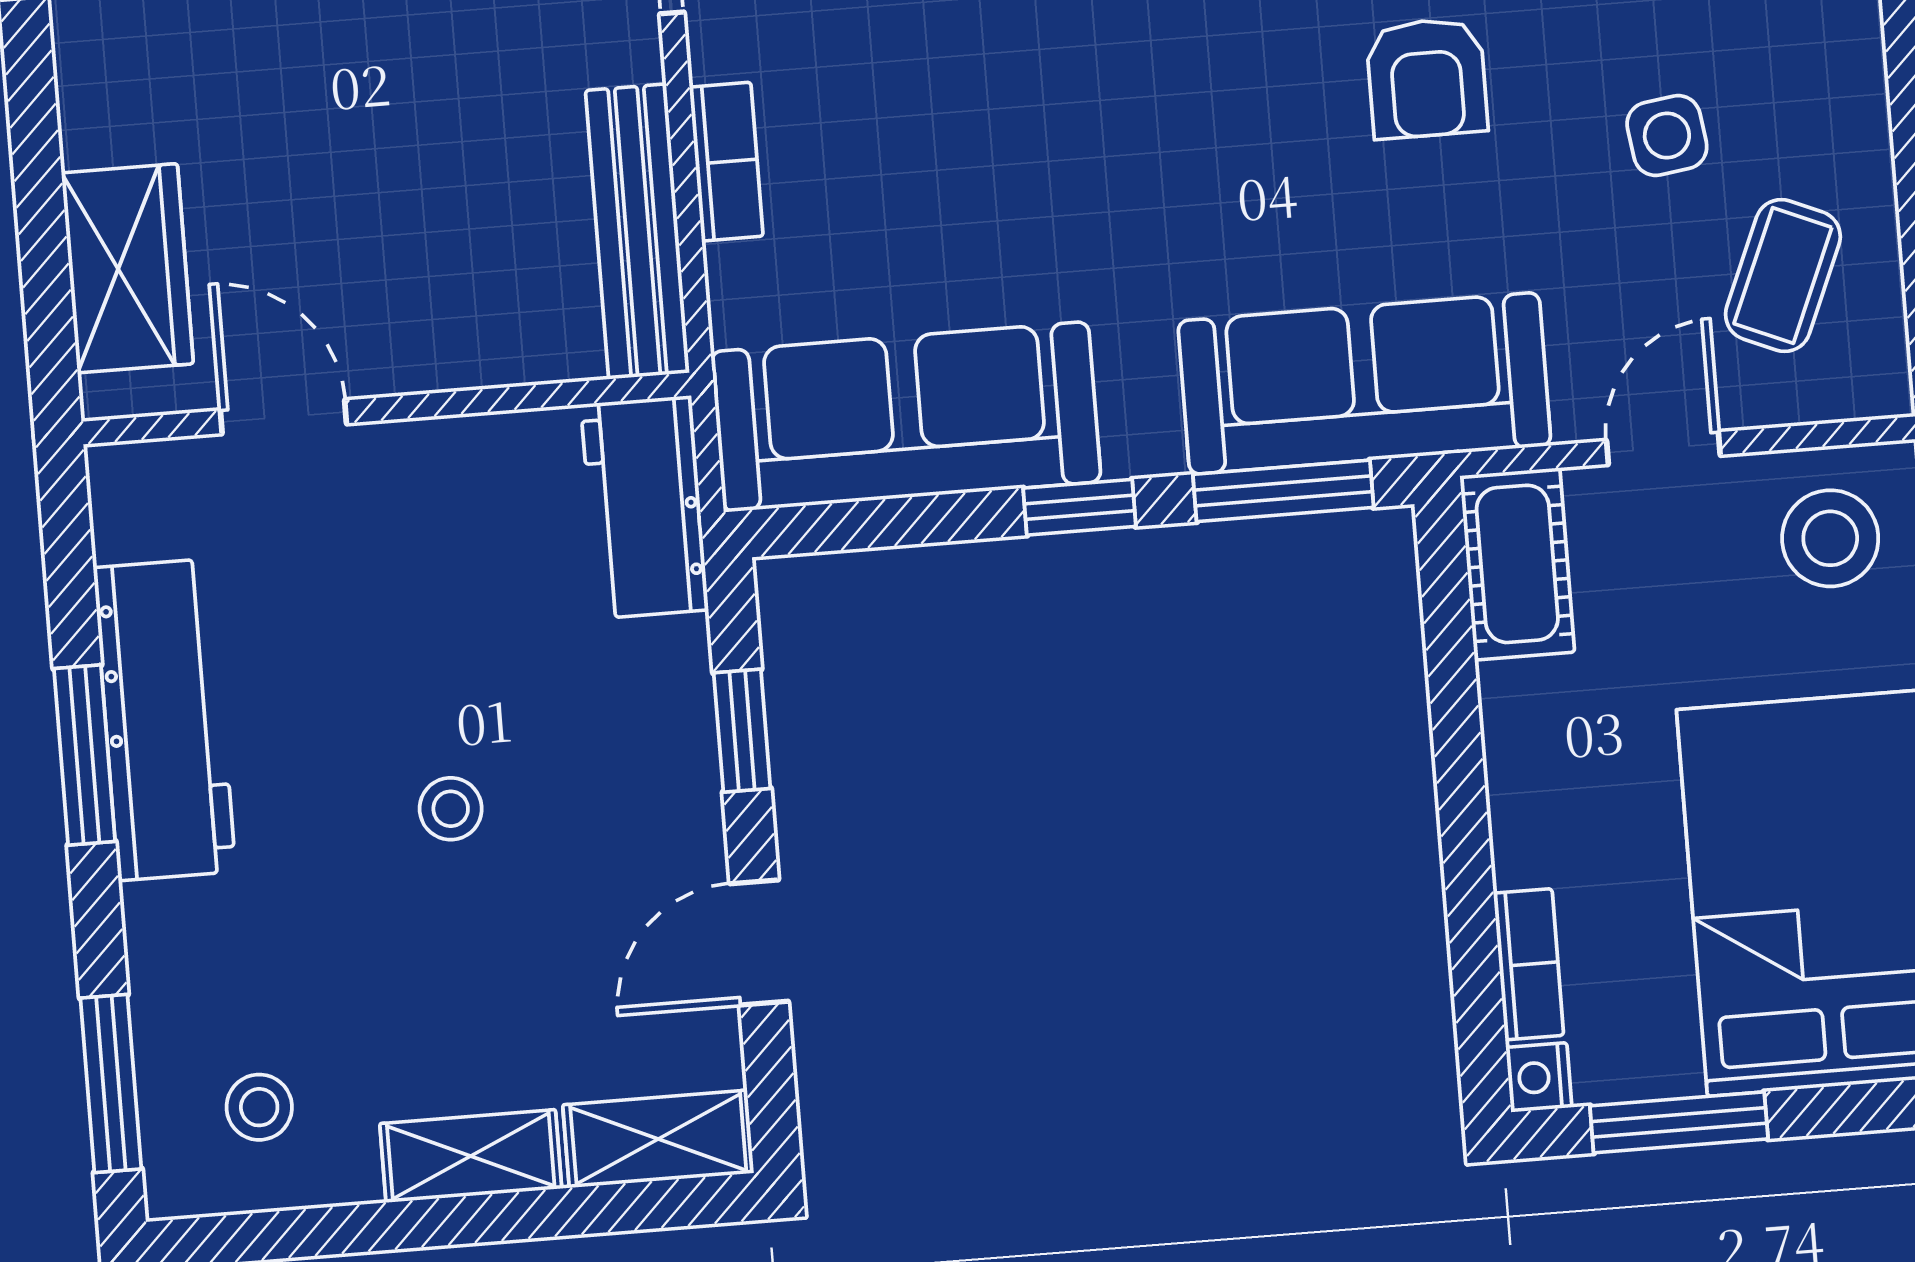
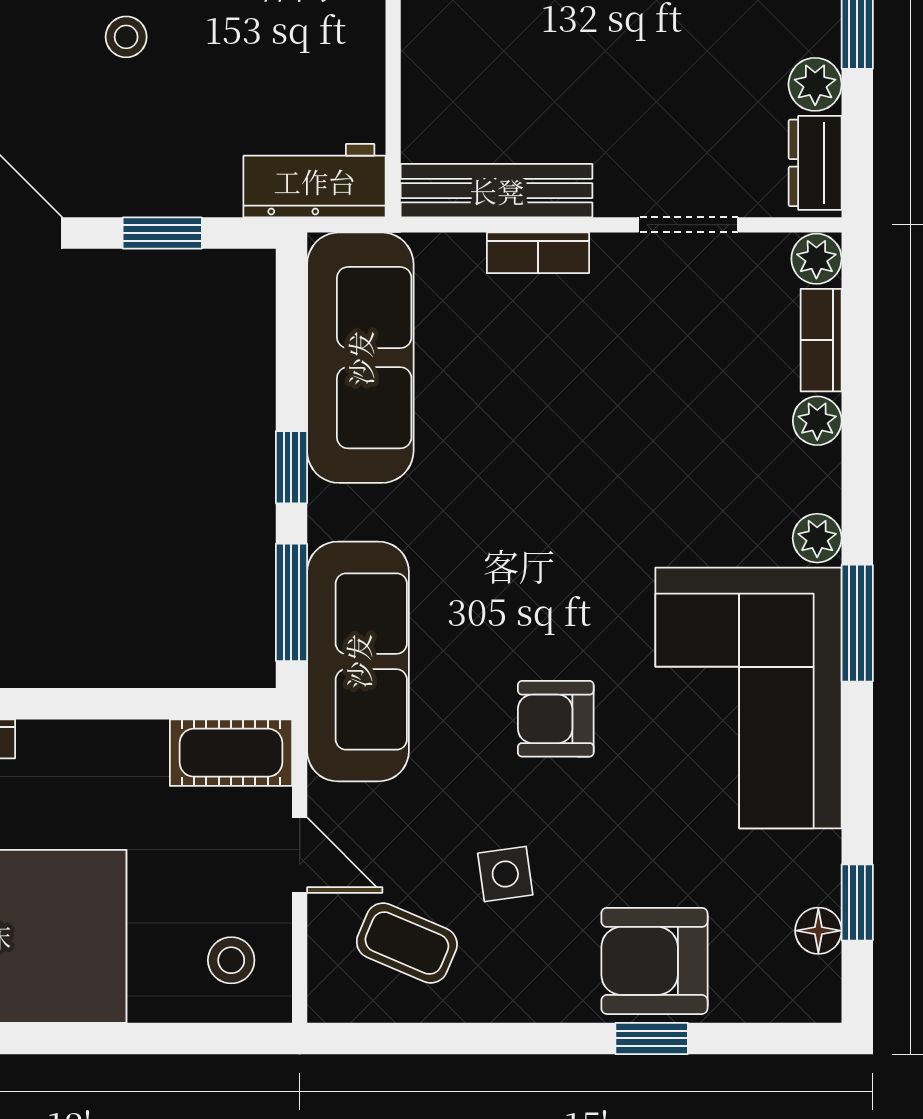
stool: (1830, 538) -> (231, 960), width x0.73, depth x0.73

